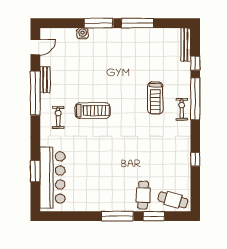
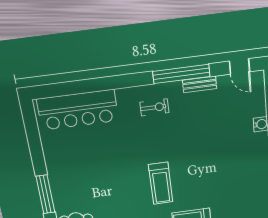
treadmill: (92, 111) -> (161, 183), moved
window: (35, 171) -> (82, 87), removed

